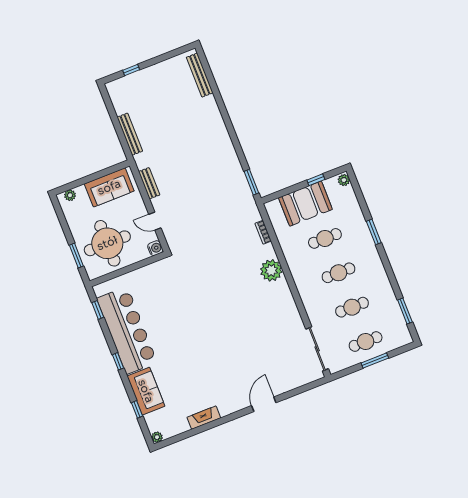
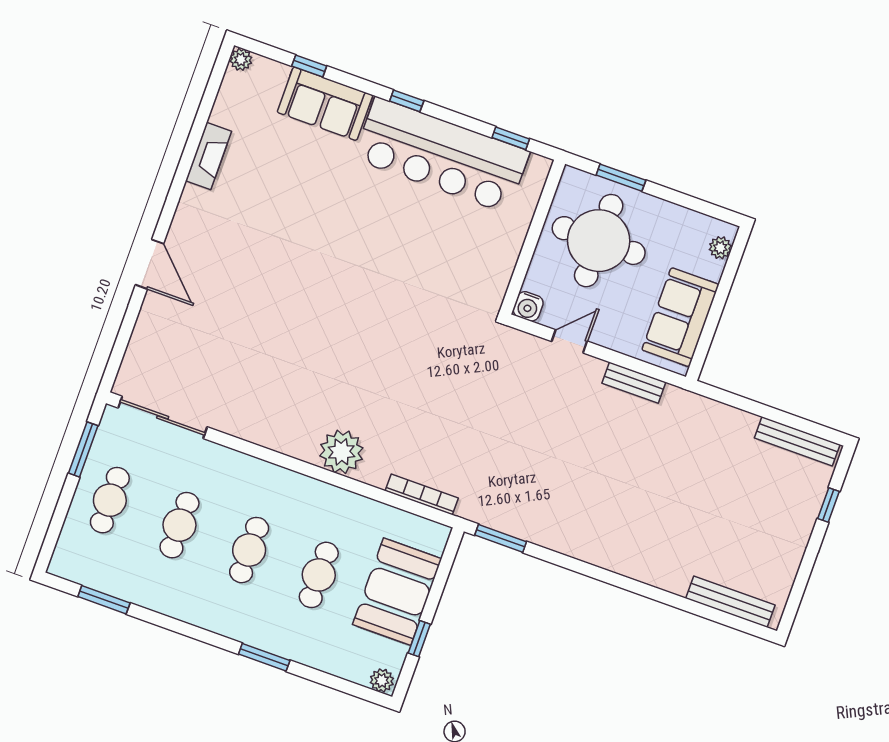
bench: (130, 134) -> (797, 441), moved
bookcase: (263, 232) -> (422, 494), width x1.56
window: (375, 360) -> (83, 449), moved

